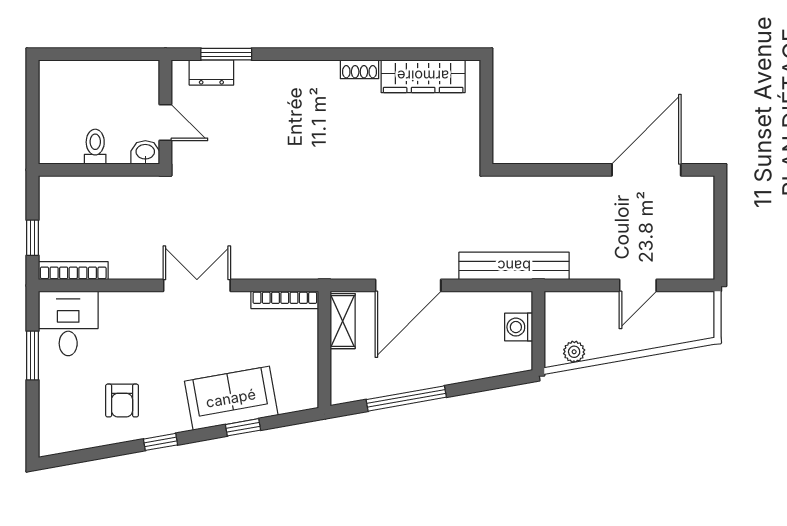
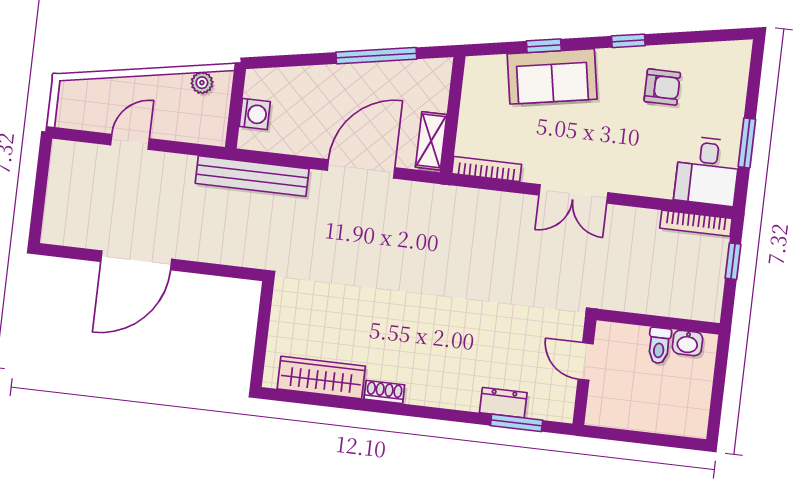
dresser: (211, 73) -> (503, 403), moved
washbasin: (145, 152) -> (687, 343), moved
door: (646, 170) -> (136, 260), moved
armchair: (122, 401) -> (662, 87), turned 90

